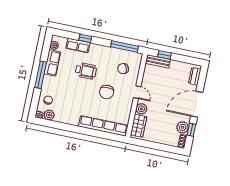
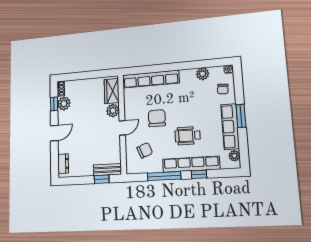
row of seats: (78, 45) -> (191, 164), width x2.02
window: (124, 47) -> (164, 176), moved
row of seats: (52, 63) -> (230, 127), width x1.48
window: (41, 75) -> (241, 116), width x0.69
door: (137, 92) -> (122, 128), swing flipped
door: (197, 104) -> (54, 133), width x0.53
plant: (49, 115) -> (203, 74), moved

